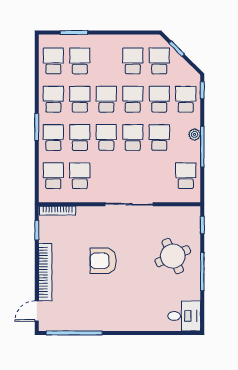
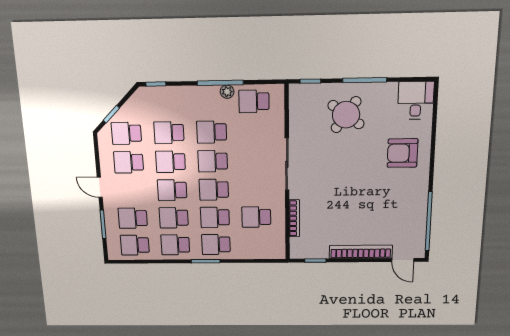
door: (110, 33) -> (100, 187), added
school desk: (186, 99) -> (167, 103), removed
plant: (195, 134) -> (227, 92), moved
school desk: (53, 176) -> (257, 244), removed
bookcase: (58, 211) -> (294, 218), moved
round table: (173, 256) -> (346, 115), turned -30
armchair: (103, 261) -> (402, 153), moved, turned 90

